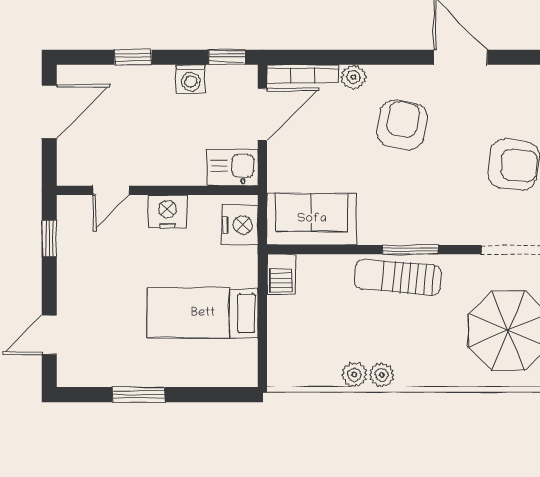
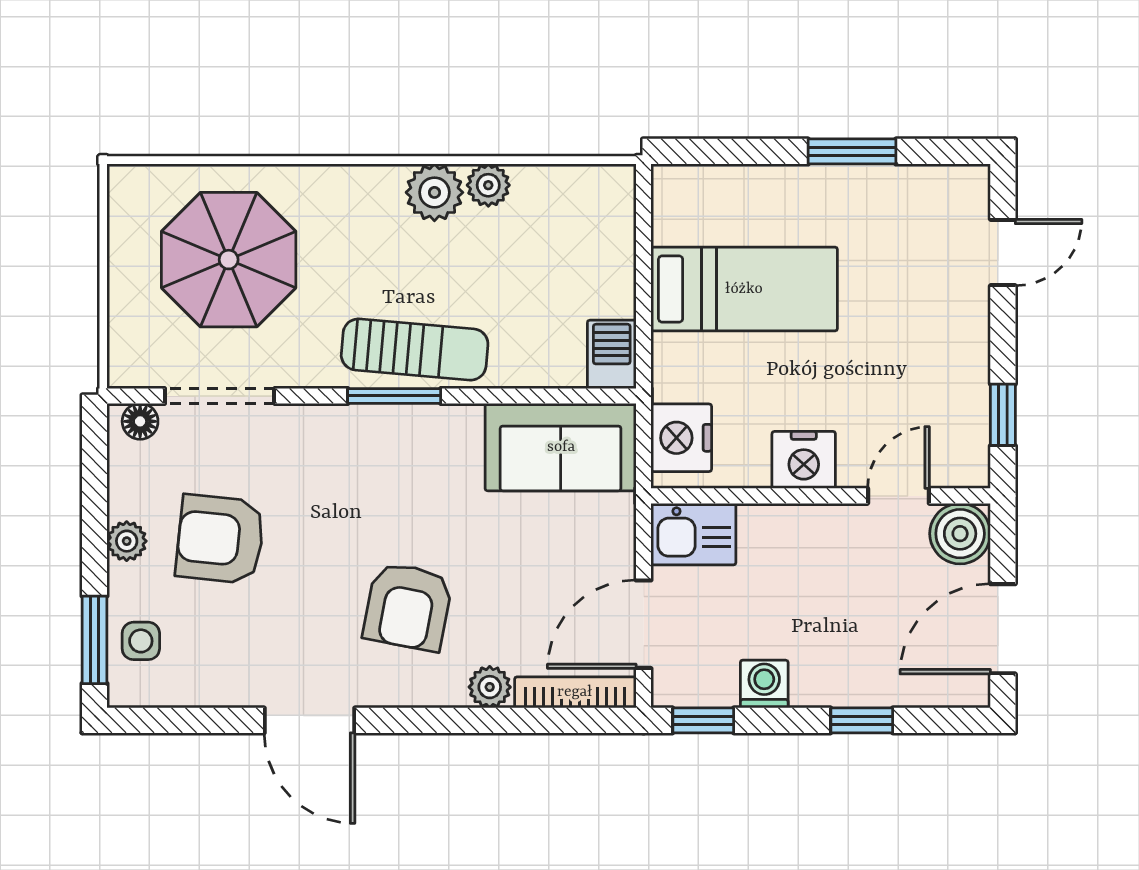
boiler: (75, 168) -> (960, 534), added
plant: (382, 375) -> (434, 192), width x1.38, depth x1.38

